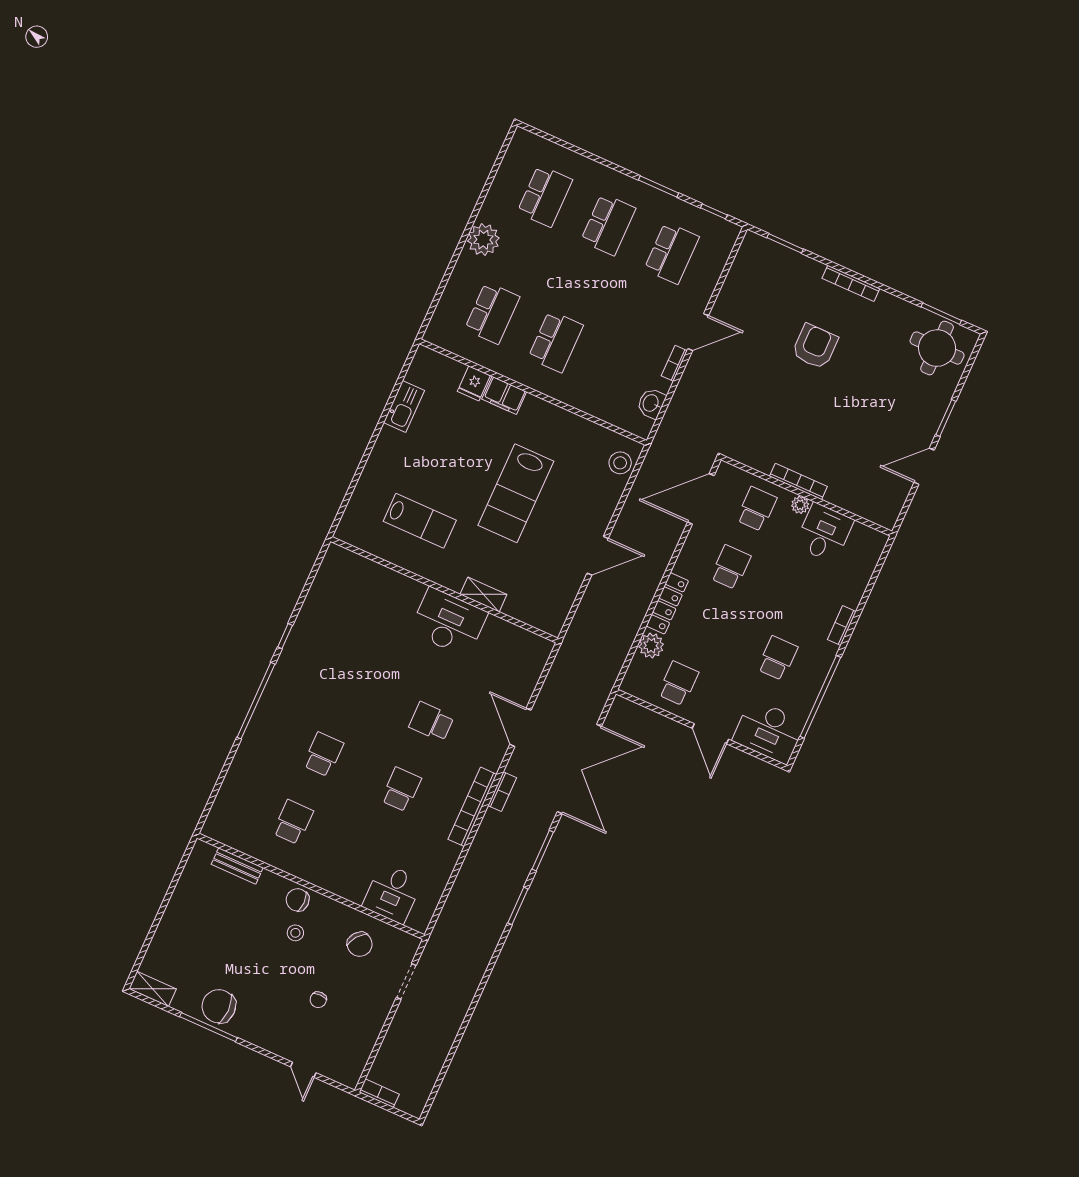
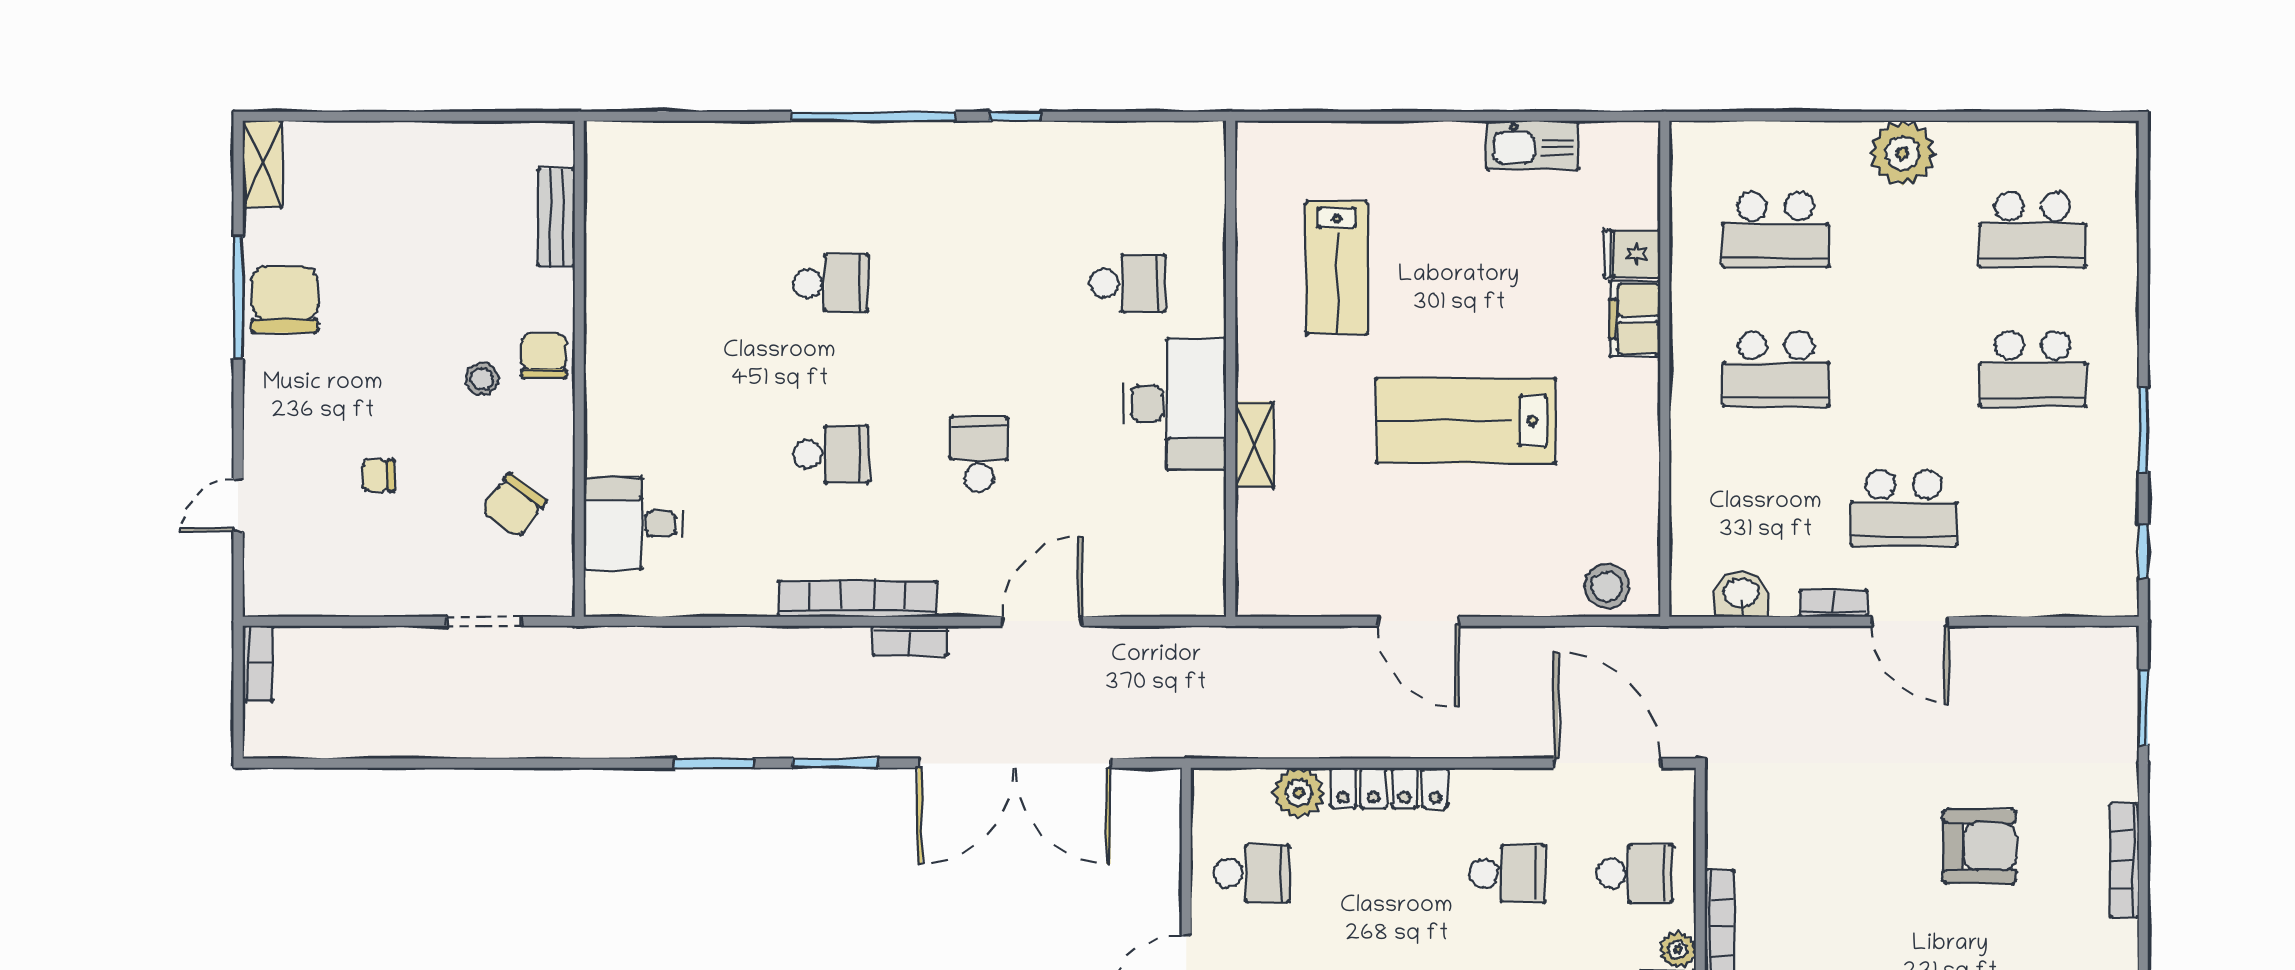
school desk: (672, 253) -> (1904, 508), moved
school desk: (293, 822) -> (1128, 283), moved

